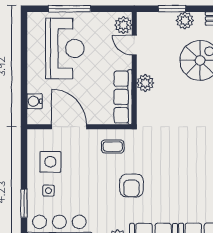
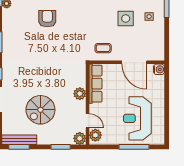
plant: (185, 20) -> (80, 138), moved
water cooler: (35, 101) -> (159, 69), moved
side table: (50, 162) -> (126, 18), moved
armchair: (132, 186) -> (47, 19), moved

